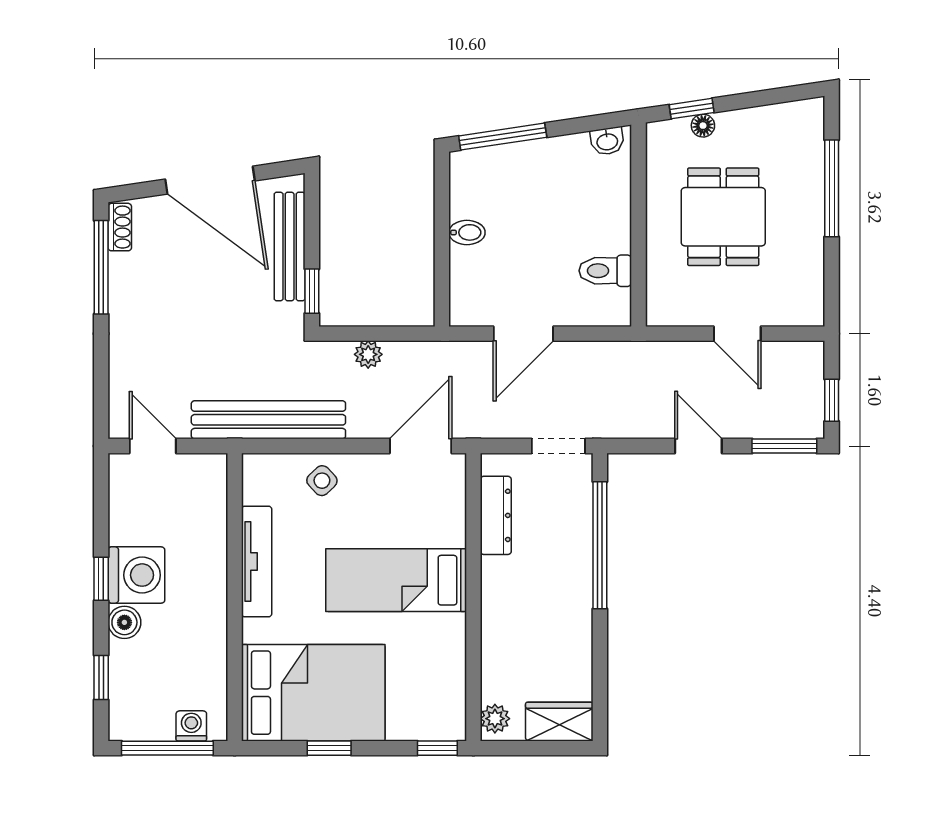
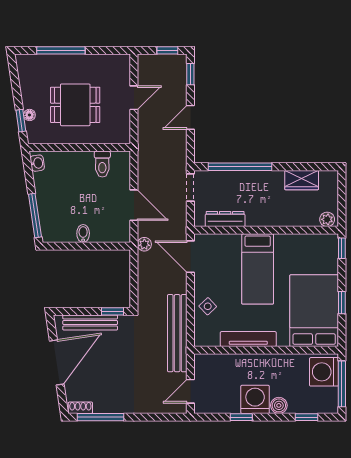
plant: (368, 354) -> (144, 244), moved
window: (784, 446) -> (190, 74), width x0.67
window: (101, 579) -> (241, 417), moved
wardrobe: (559, 722) -> (302, 180), moved, turned -90
washing machine: (191, 726) -> (324, 372), width x1.89, depth x1.89

